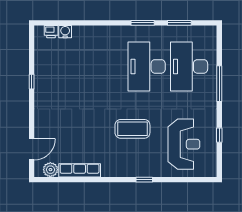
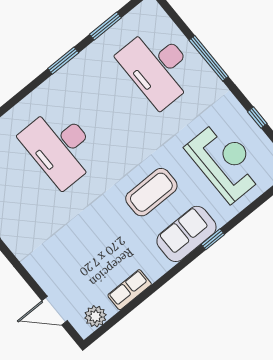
desk: (147, 66) -> (60, 147), moved
door: (32, 149) -> (55, 311), swing flipped
sofa: (133, 166) -> (186, 234), added
row of seats: (80, 170) -> (130, 290), width x0.68

